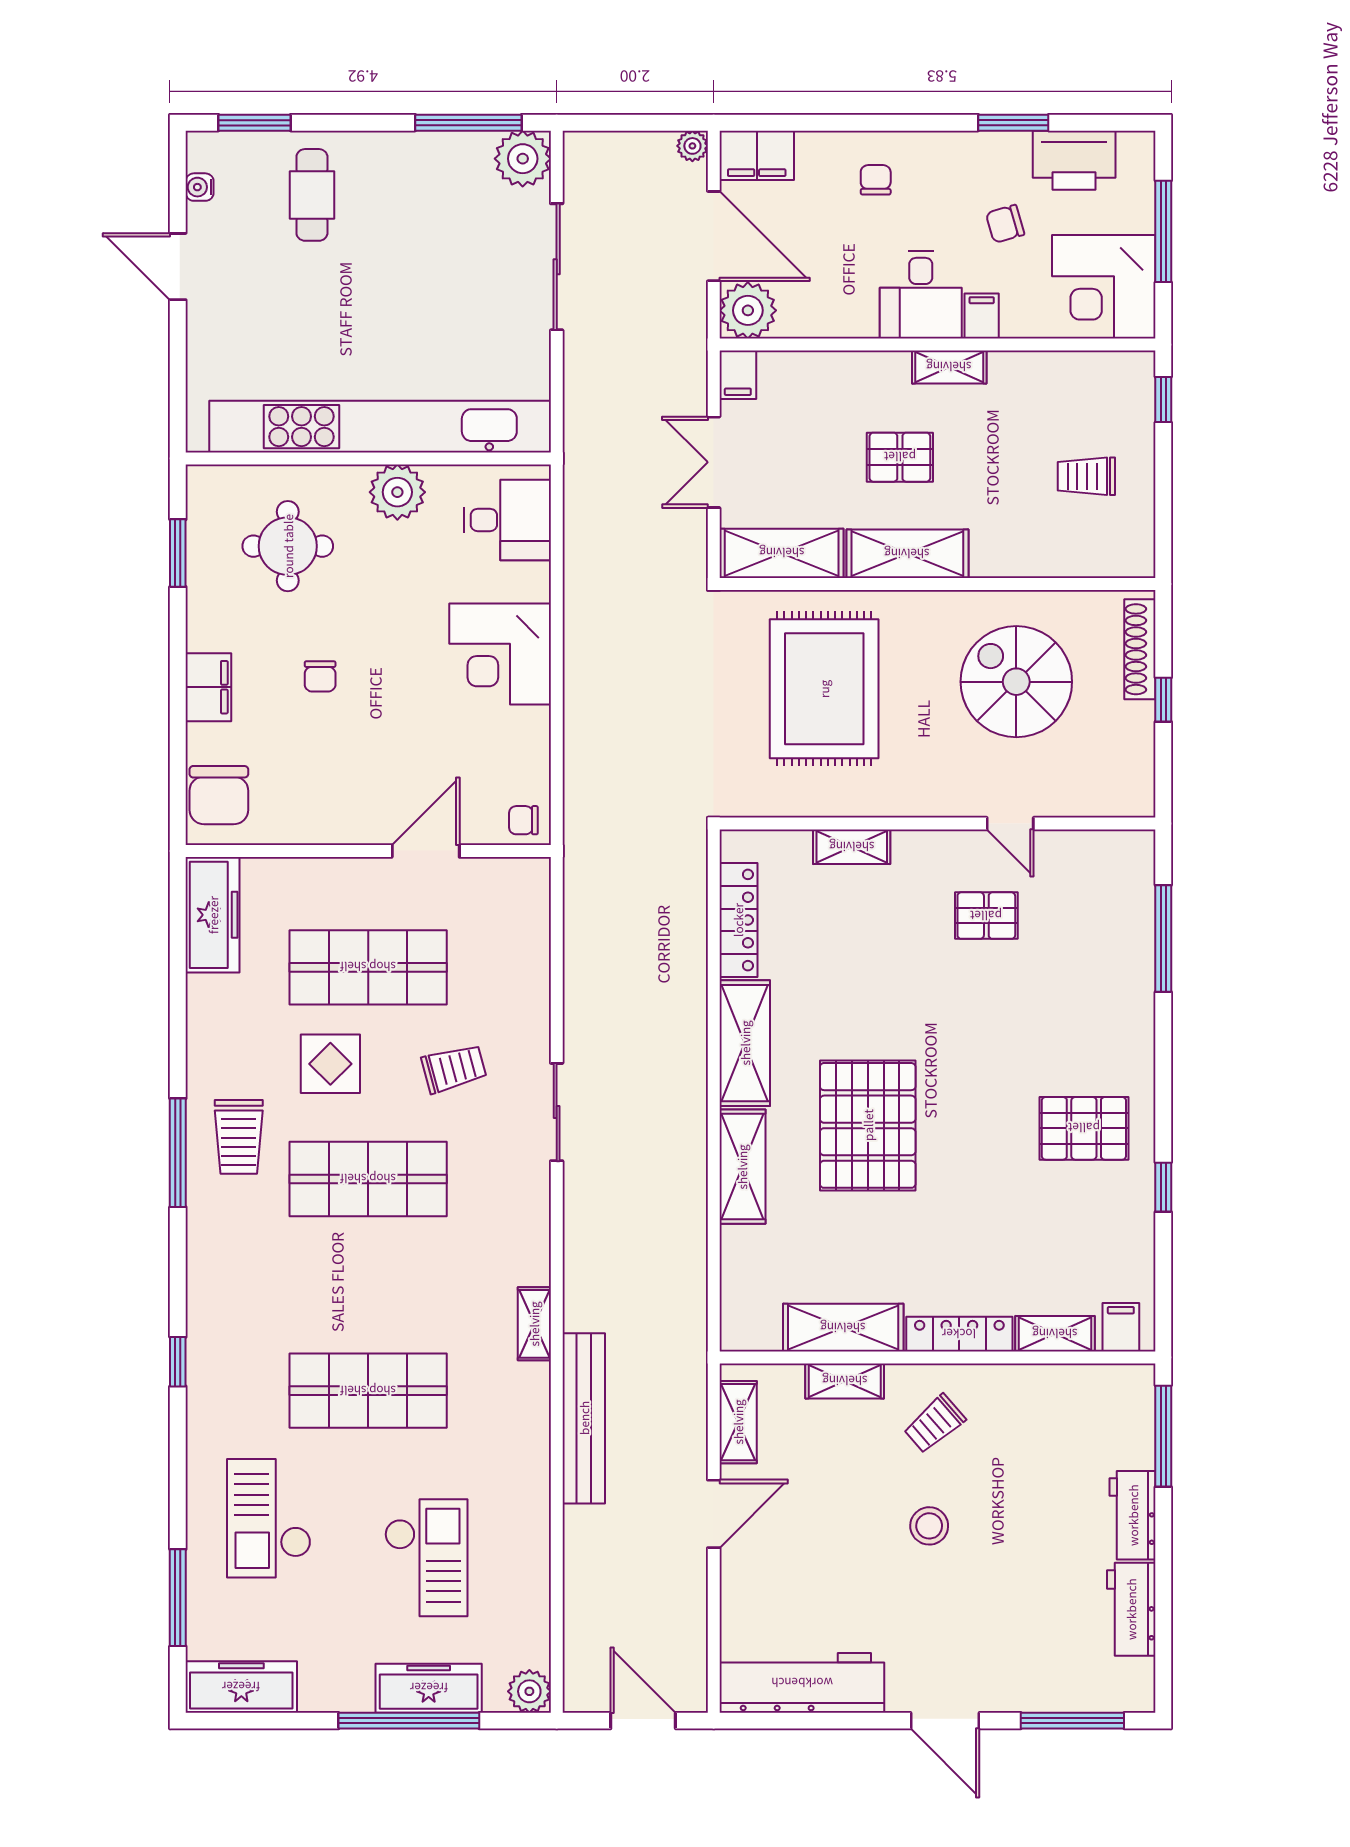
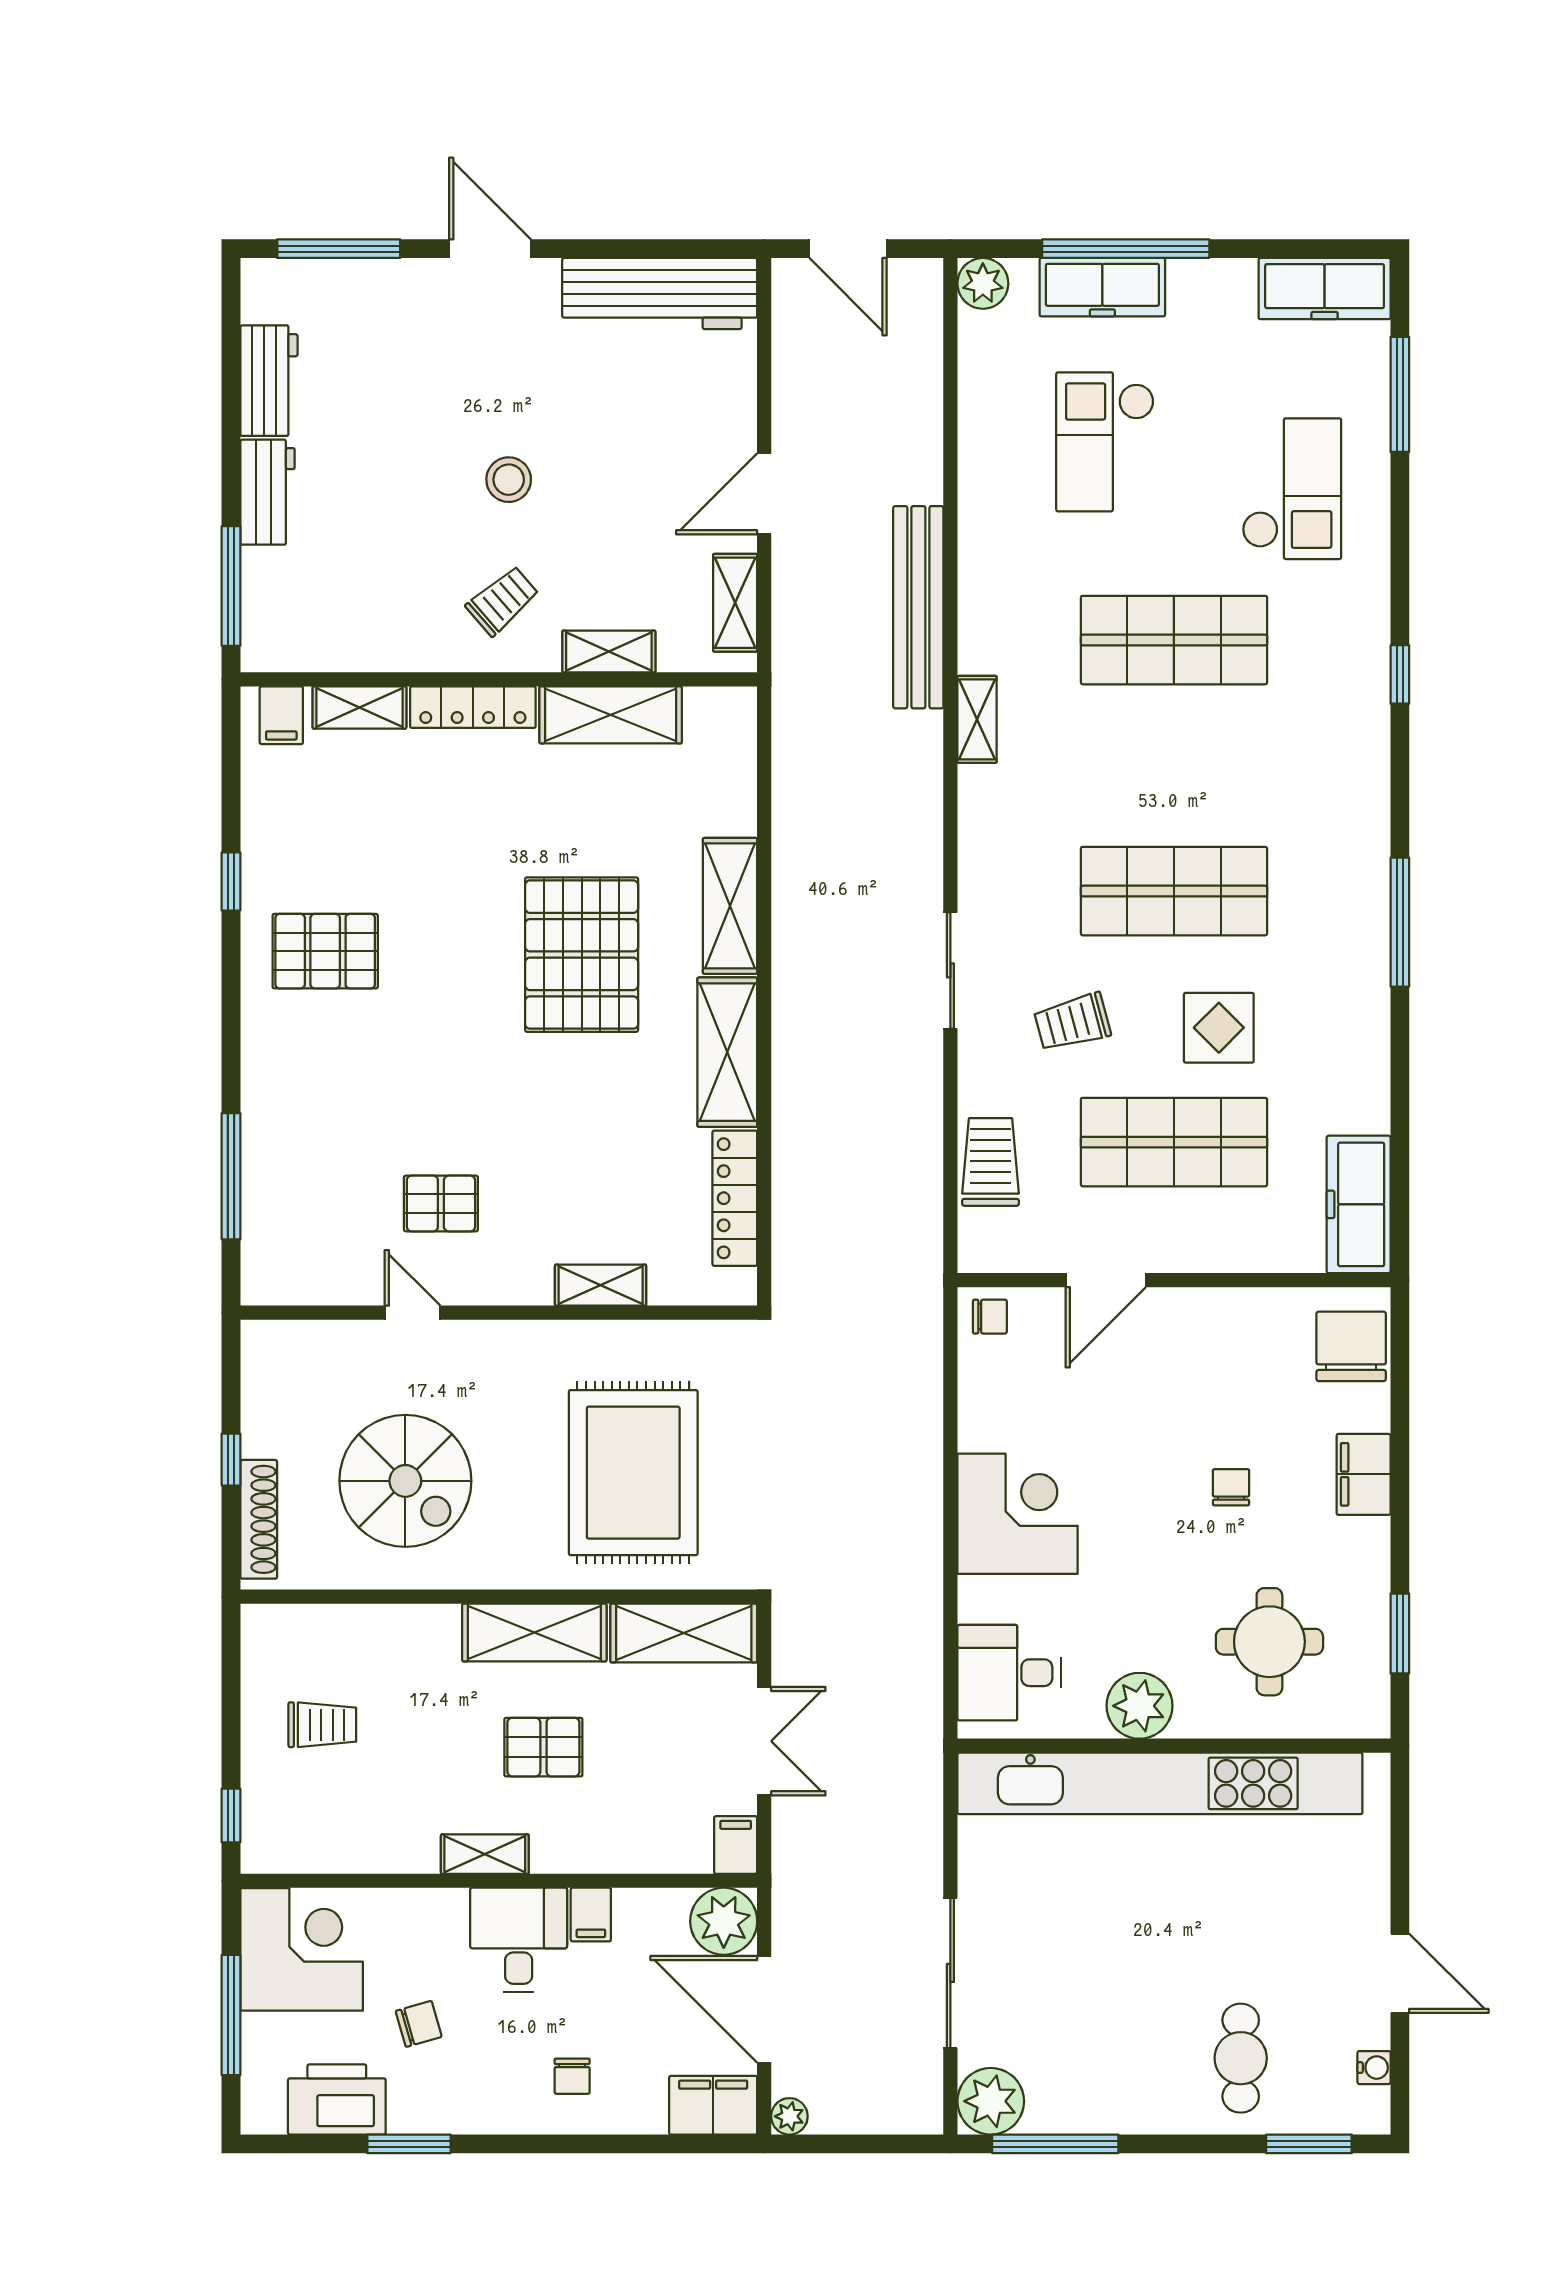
filing cabinet: (982, 316) -> (591, 1915), moved
trolley: (239, 1137) -> (991, 1162), moved

